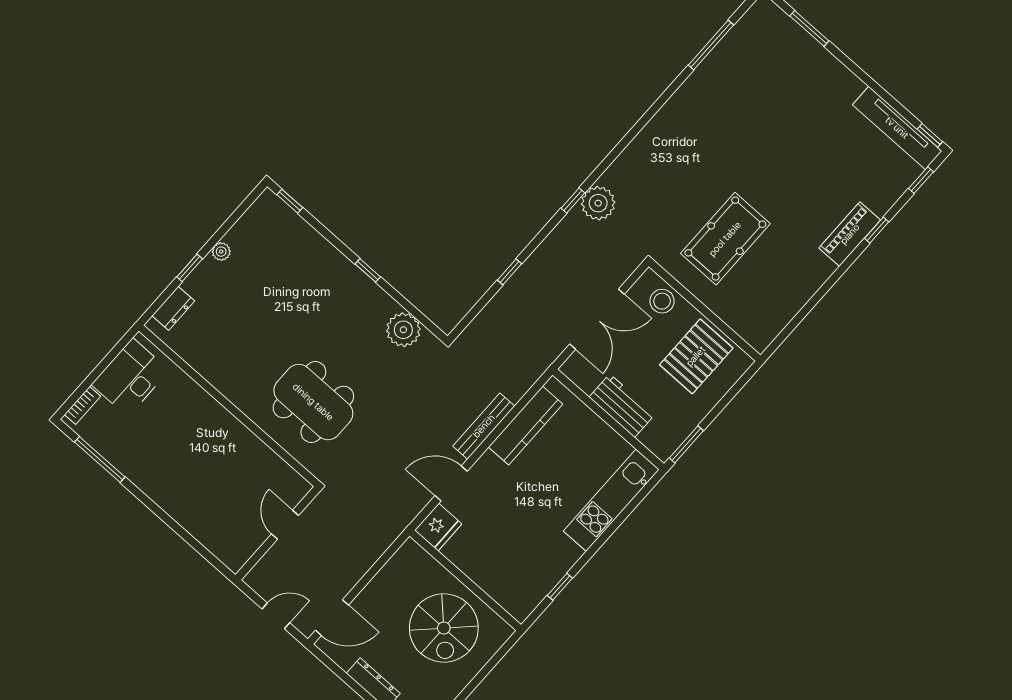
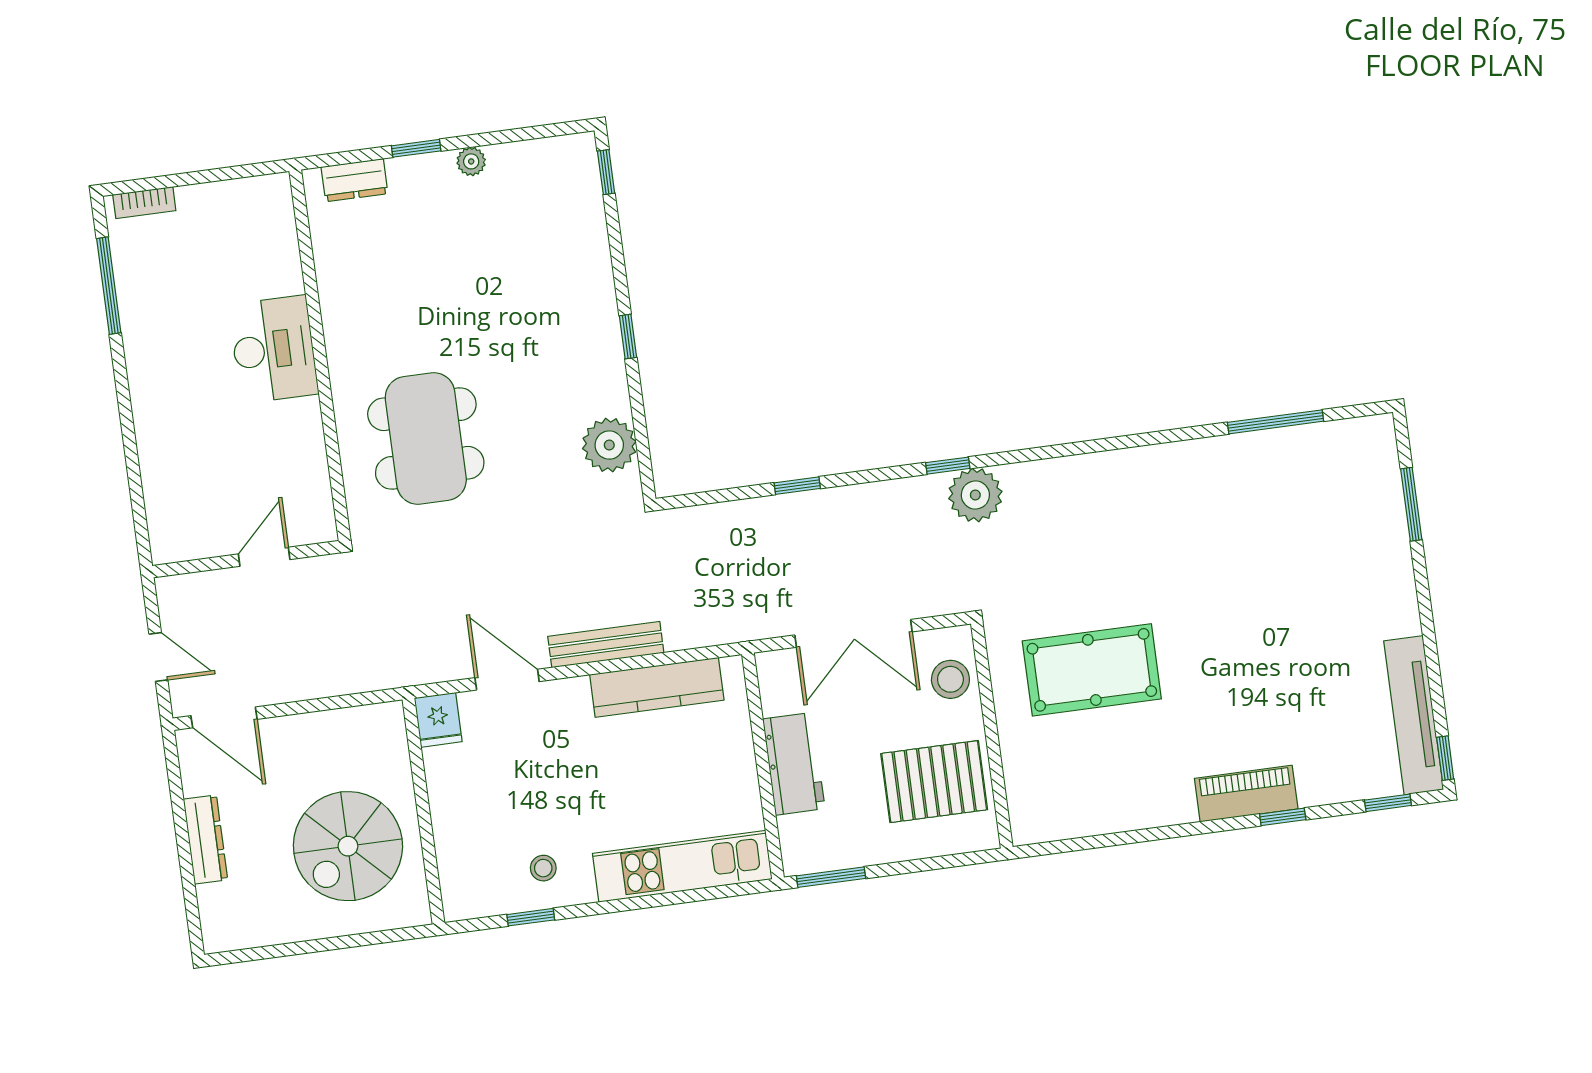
desk: (130, 377) -> (274, 349), moved, turned 90
fridge: (438, 527) -> (438, 720), width x0.72
stool: (546, 558) -> (543, 868), added

